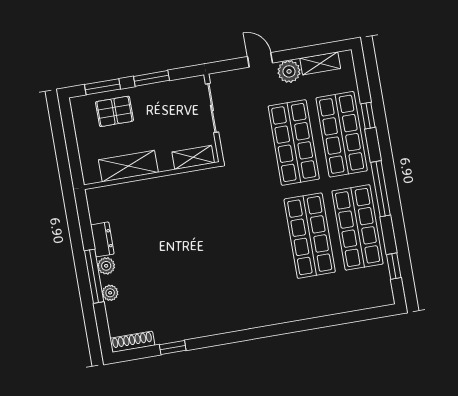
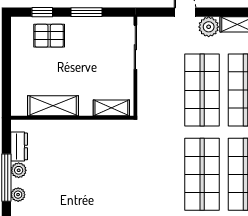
window: (103, 87) -> (42, 12), width x0.67
shelving: (193, 157) -> (111, 108), moved
shelving: (128, 166) -> (53, 106), moved
wall: (152, 176) -> (72, 118), moved

